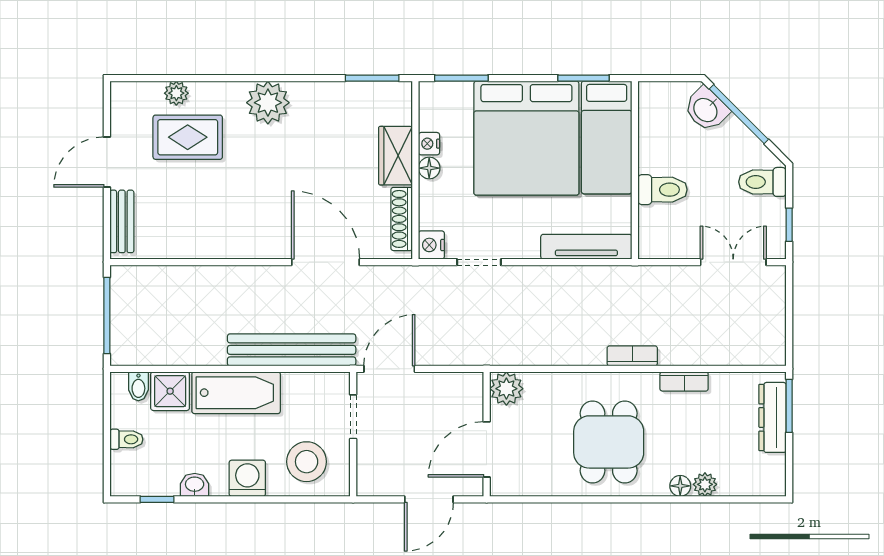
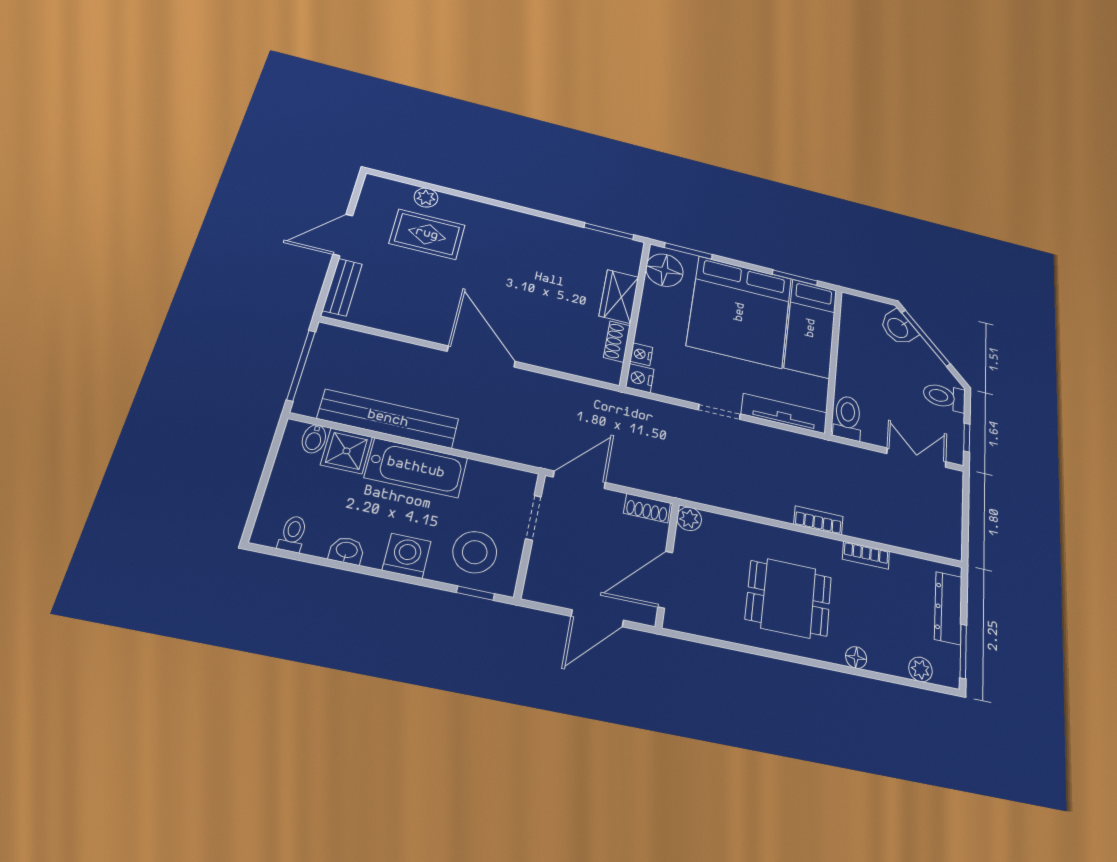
plant: (268, 103) -> (510, 226), removed
nightstand: (429, 144) -> (641, 354), moved
floor lamp: (429, 168) -> (664, 270), moved, width x1.89, depth x1.89
toilet: (663, 190) -> (847, 418), moved, turned -90
shoe rack: (402, 219) -> (617, 342), width x0.70
door: (326, 262) -> (481, 356), moved
doorway: (479, 262) -> (719, 412), moved
bench: (292, 350) -> (388, 419), moved
shoe rack: (459, 382) -> (647, 508), added
plant: (506, 389) -> (689, 519), width x0.73, depth x0.73
window: (789, 406) -> (963, 651), moved
toilet: (126, 439) -> (293, 534), moved, turned -90
dining table: (609, 442) -> (789, 598), turned 90
plant: (705, 484) -> (920, 669), moved
window: (157, 499) -> (475, 593), moved

